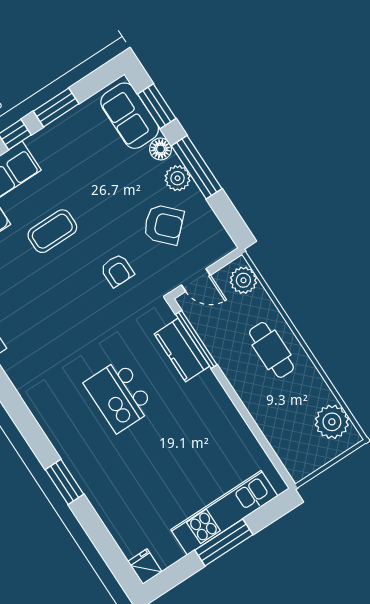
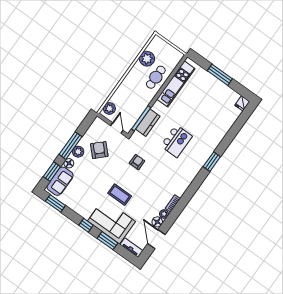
window: (56, 107) -> (55, 203), moved
armchair: (117, 270) -> (137, 162), moved
cafe table: (271, 350) -> (156, 77), moved
plant: (332, 422) -> (147, 59), moved
window: (65, 482) -> (212, 162), moved
kitchen unit: (224, 513) -> (176, 84), moved, turned -90

